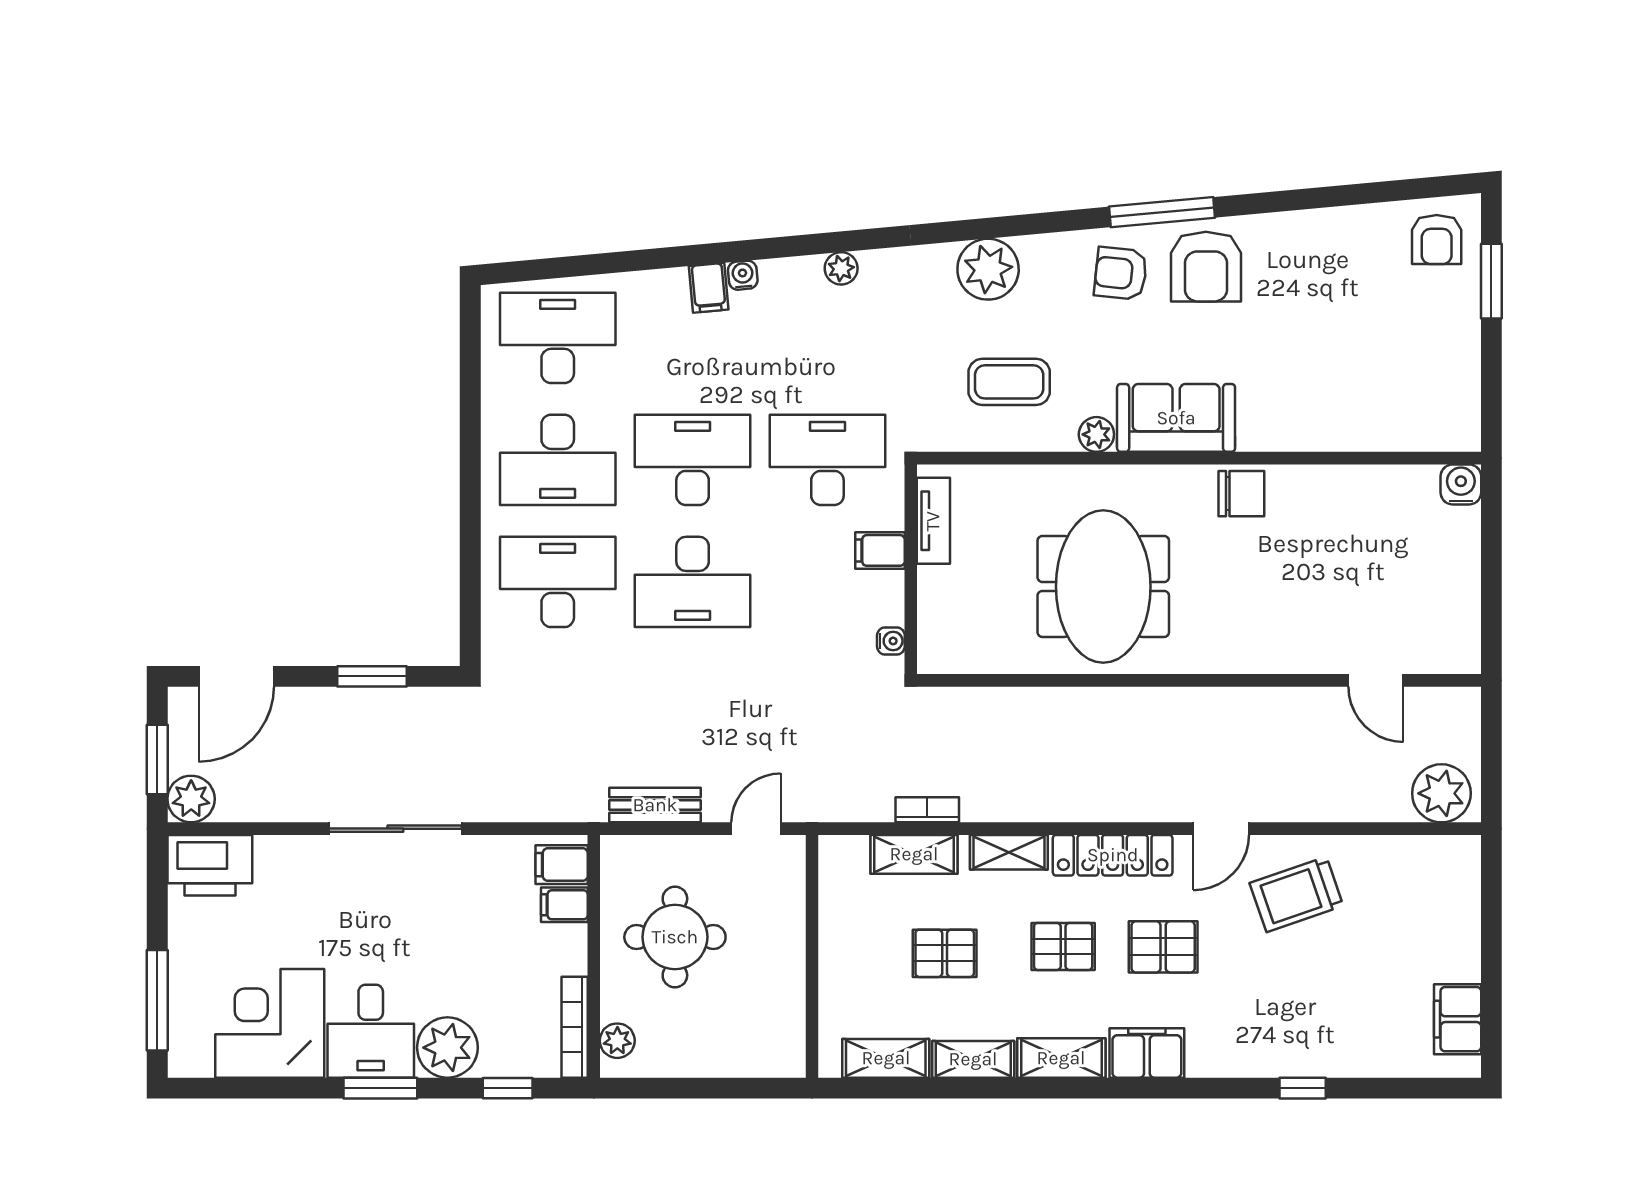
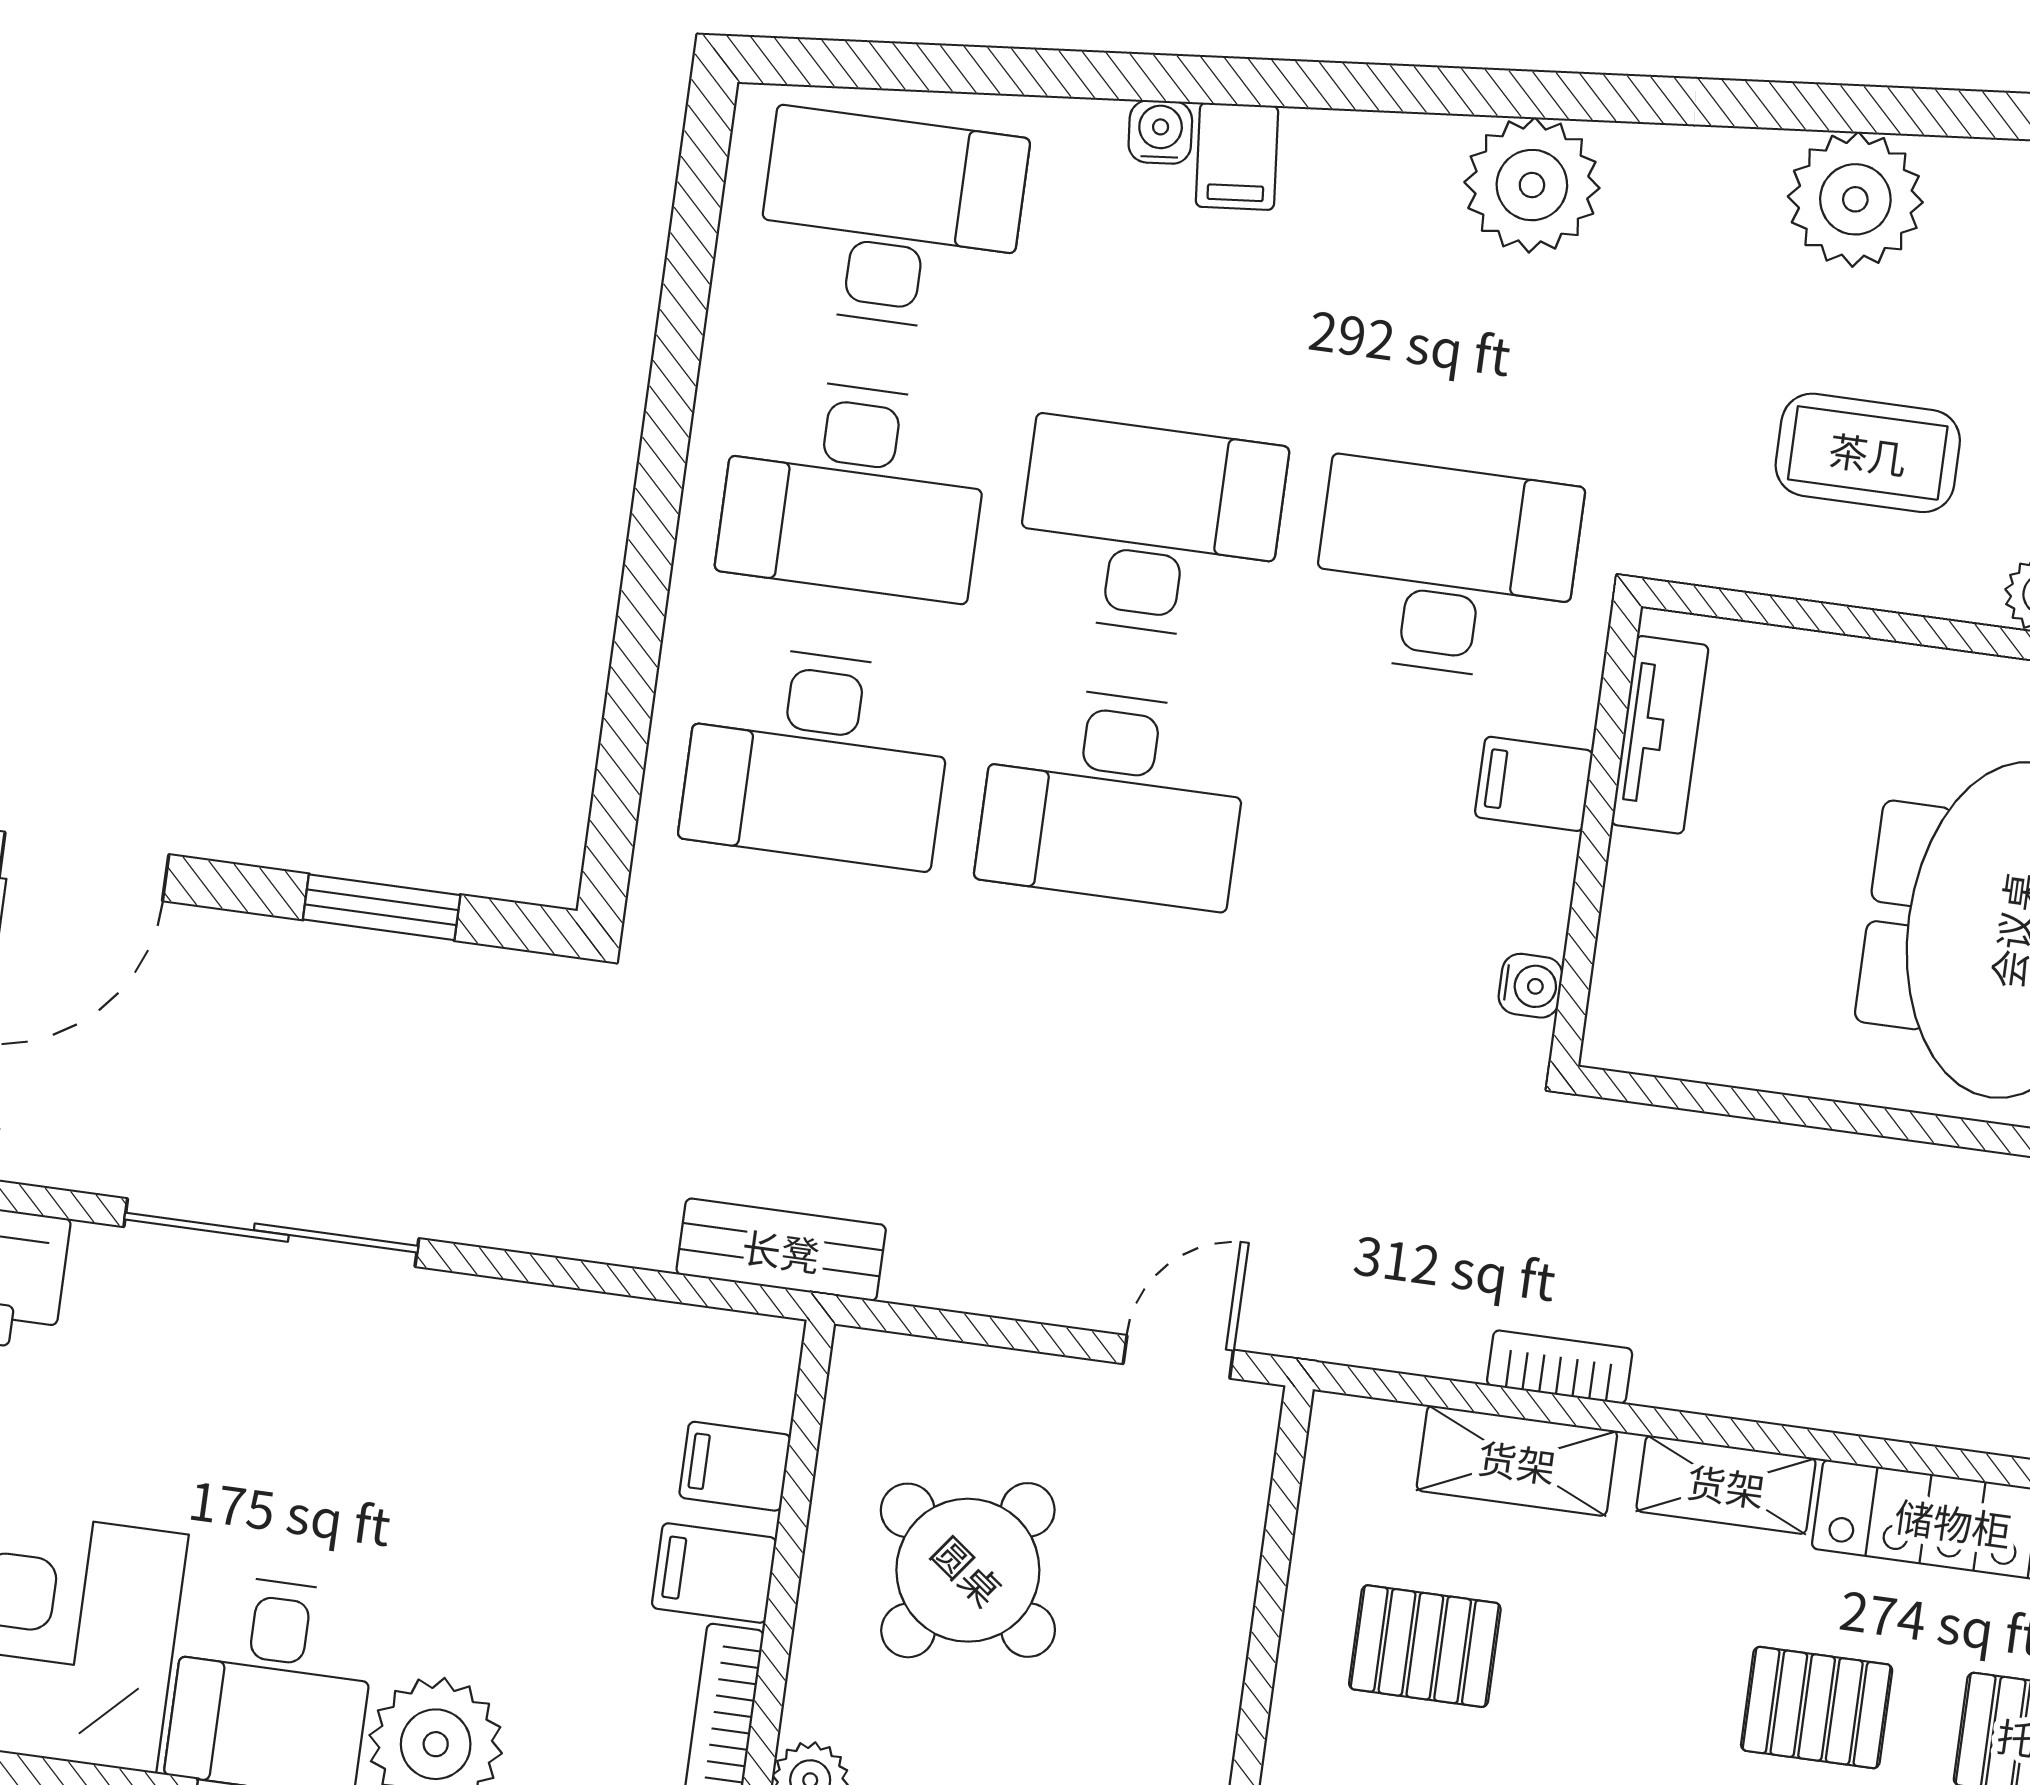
plant: (841, 268) -> (1532, 185), width x1.88, depth x1.88
water cooler: (743, 275) -> (1160, 132), moved
desk: (558, 582) -> (817, 756), turned 180
bench: (655, 805) -> (781, 1250), moved
sliding door: (395, 829) -> (271, 1233), moved
filing cabinet: (562, 865) -> (714, 1573), moved
round table: (675, 937) -> (968, 1570), turned 37
pallet: (945, 953) -> (1425, 1646), moved

